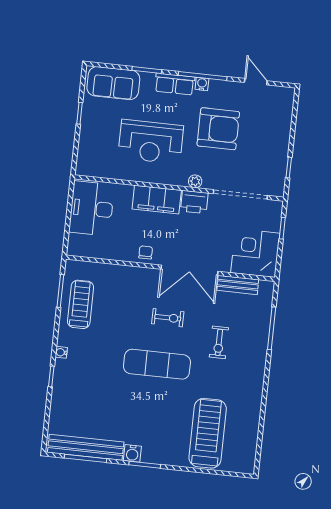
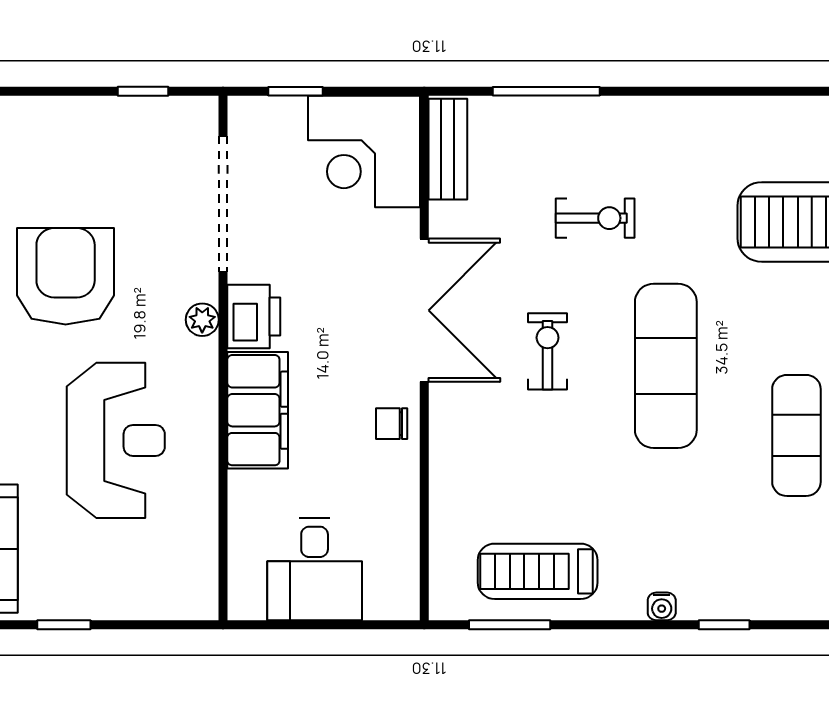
desk: (92, 208) -> (315, 569), width x0.73
bench: (238, 285) -> (448, 149), moved
exercise mat: (124, 413) -> (796, 435), added

